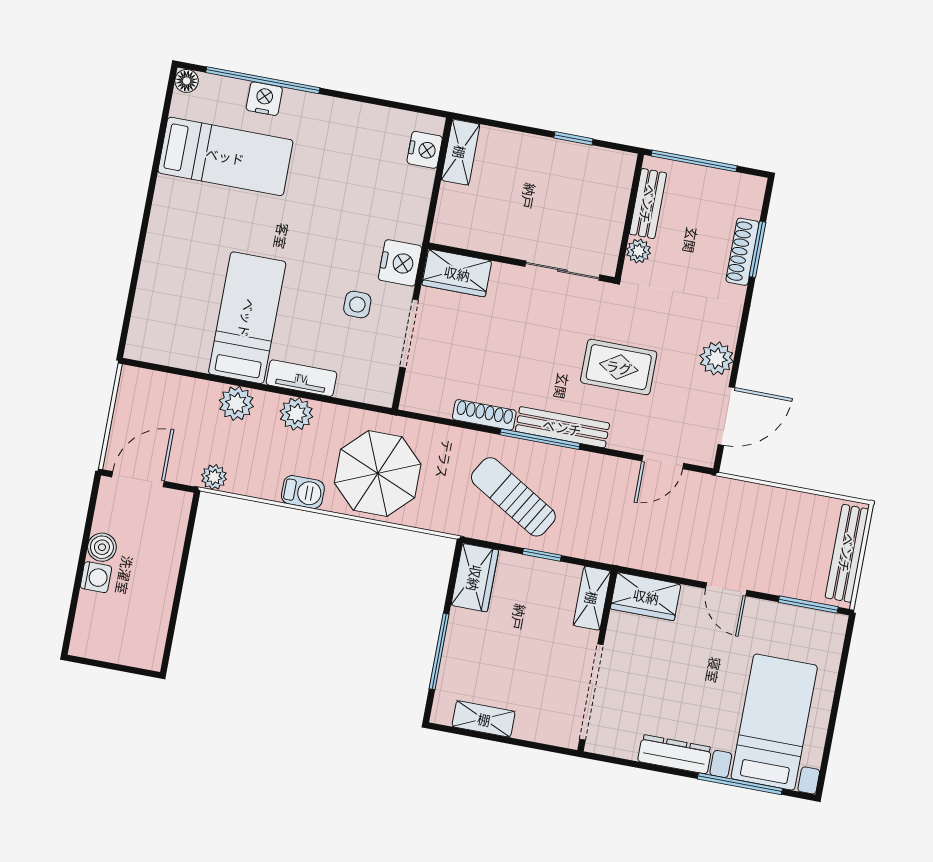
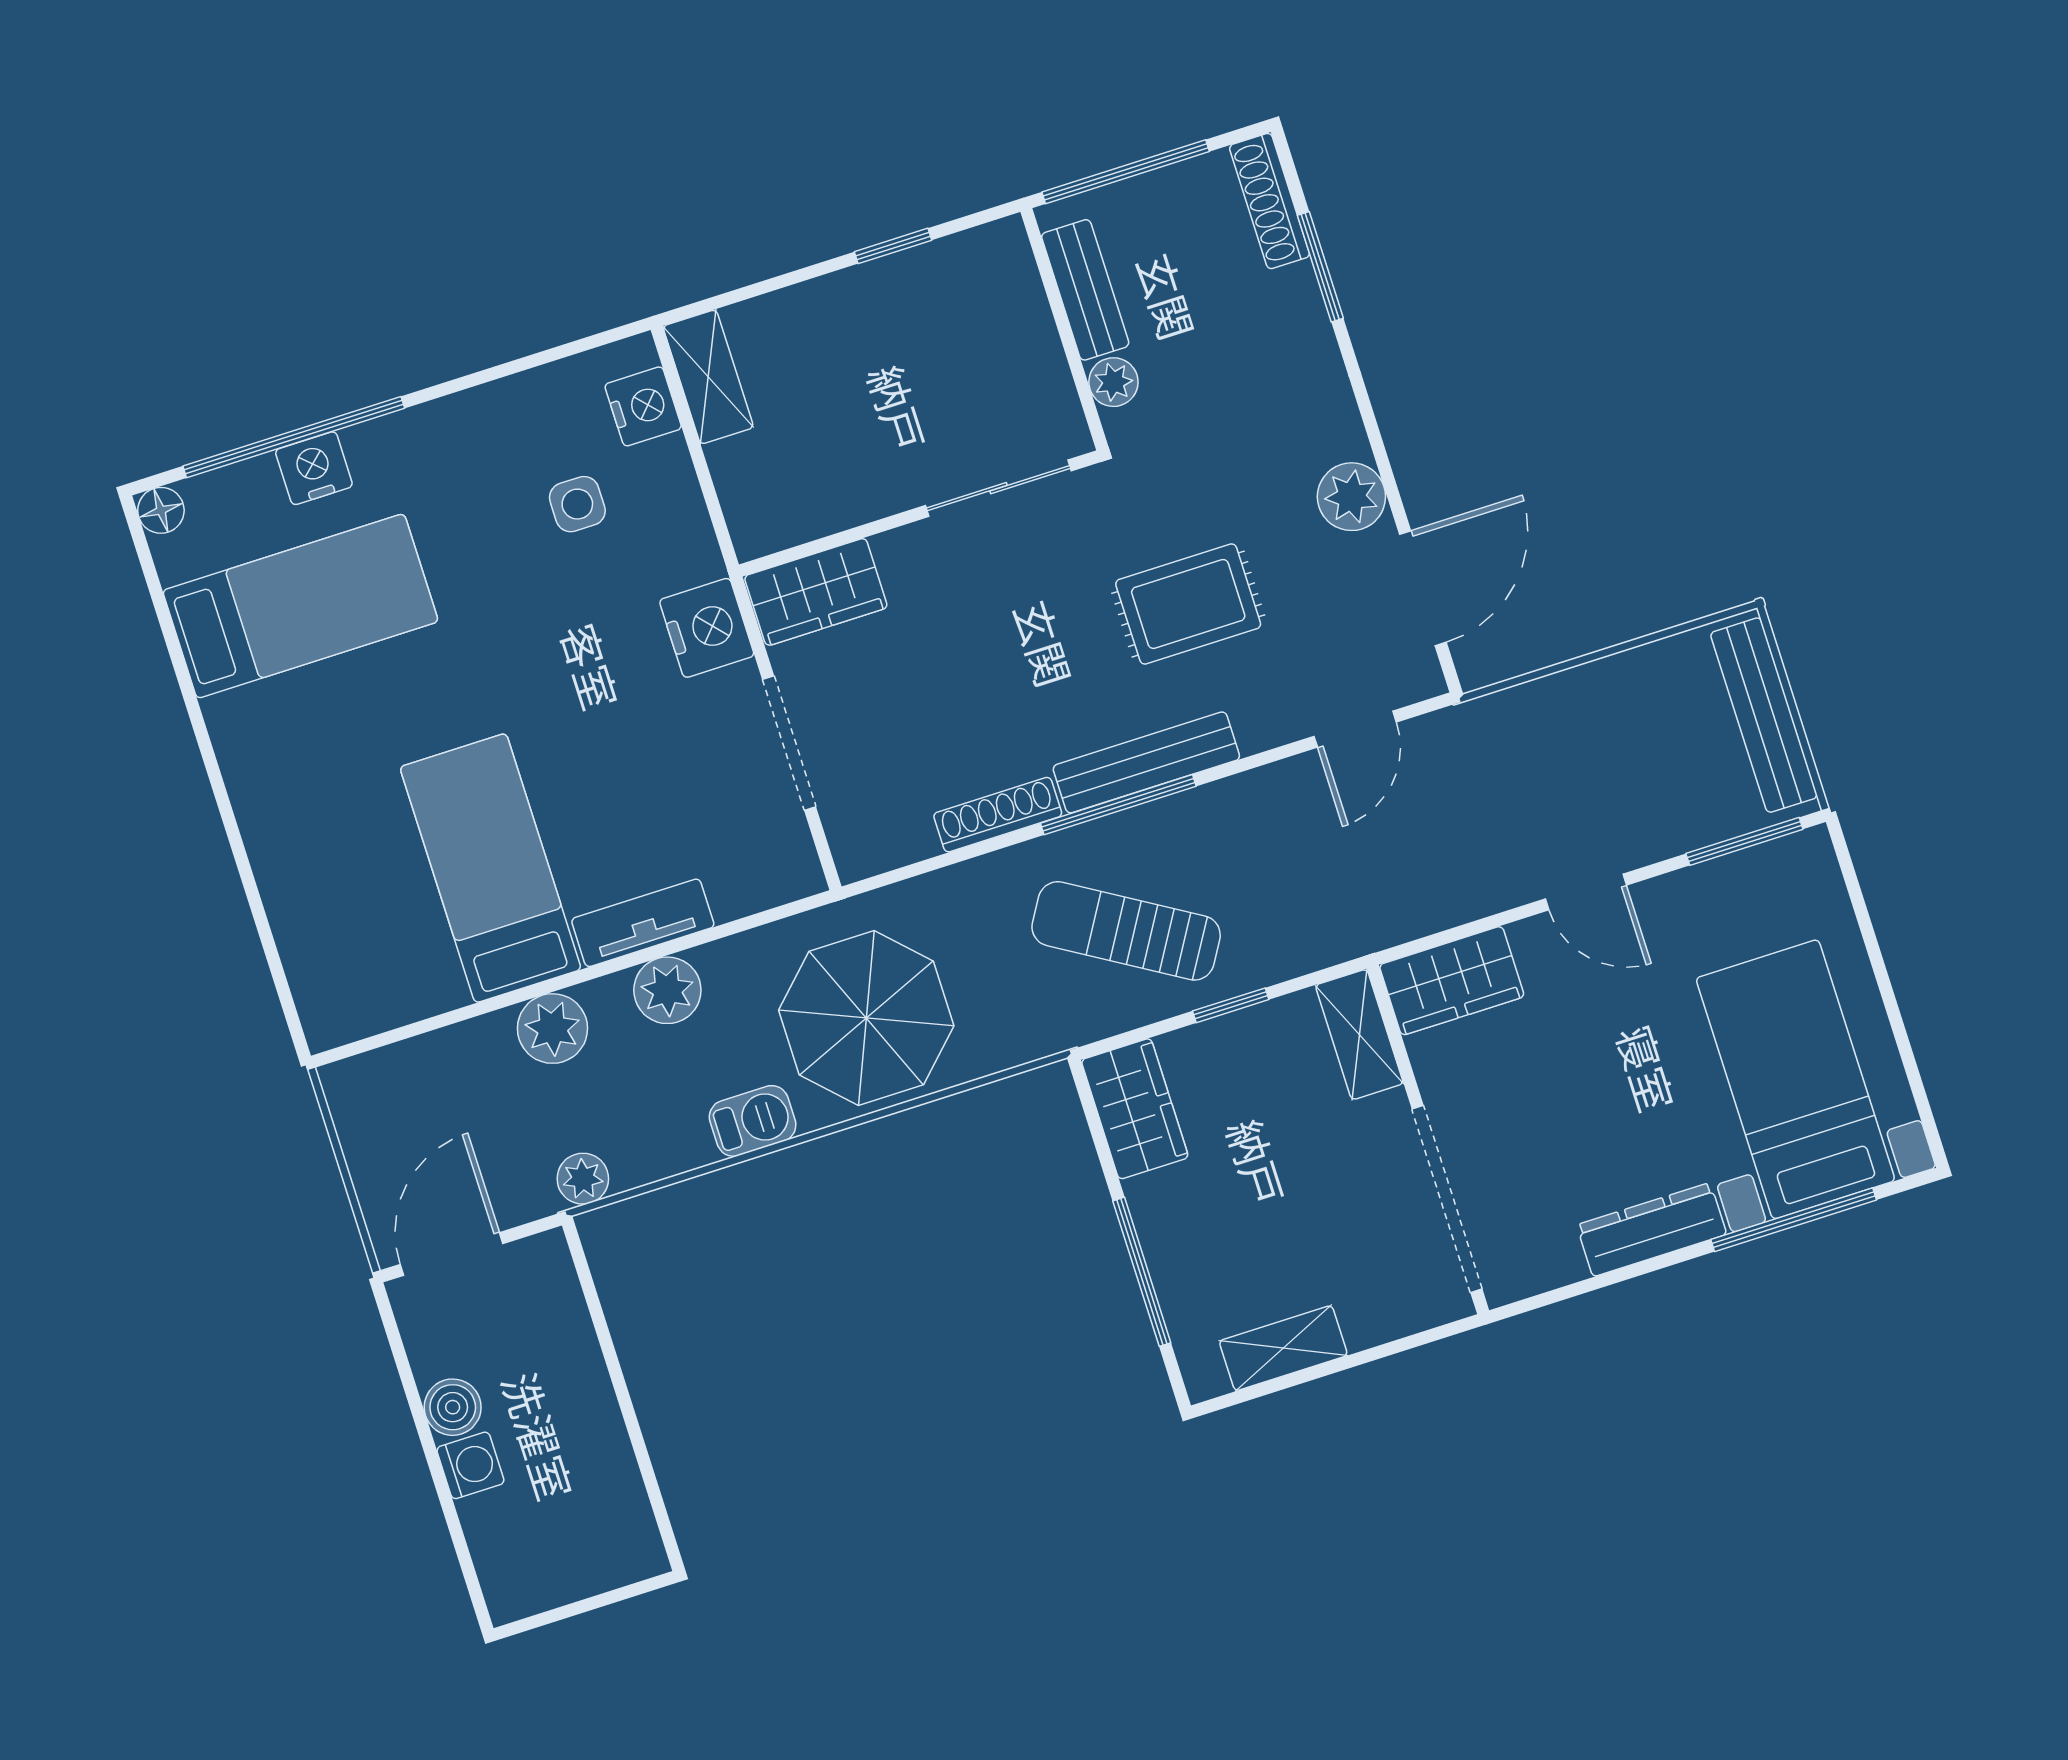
shoe rack: (743, 252) -> (1269, 201), moved
side table: (357, 305) -> (577, 504), moved

